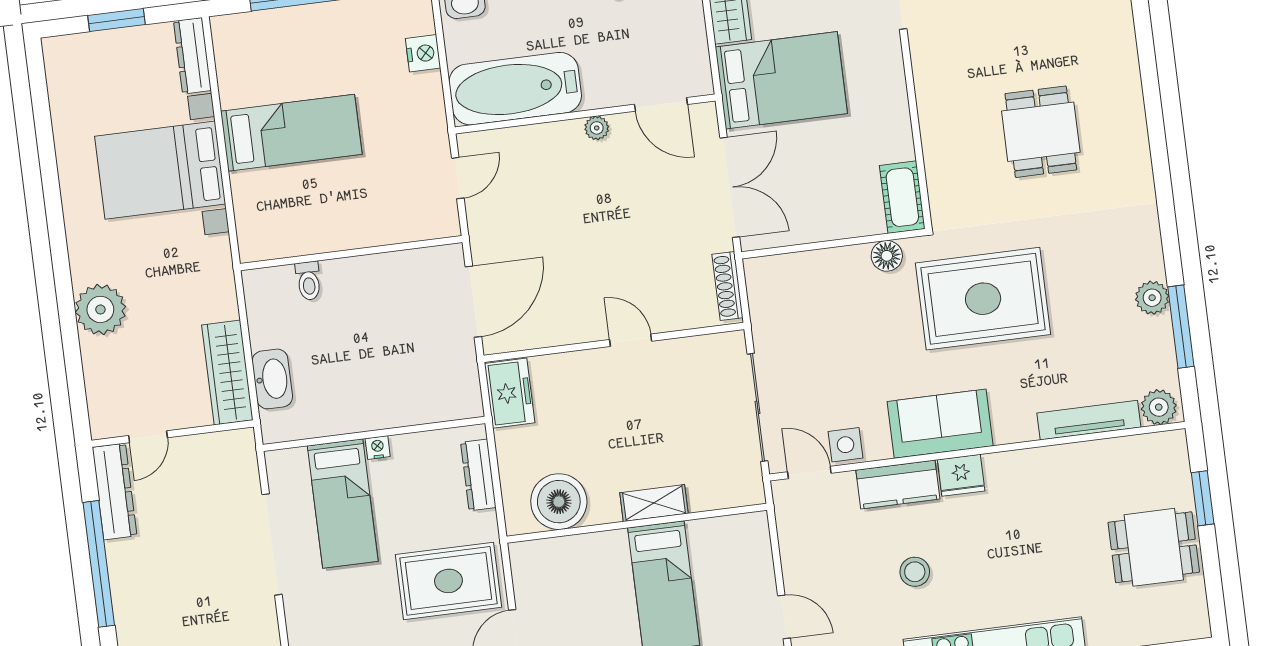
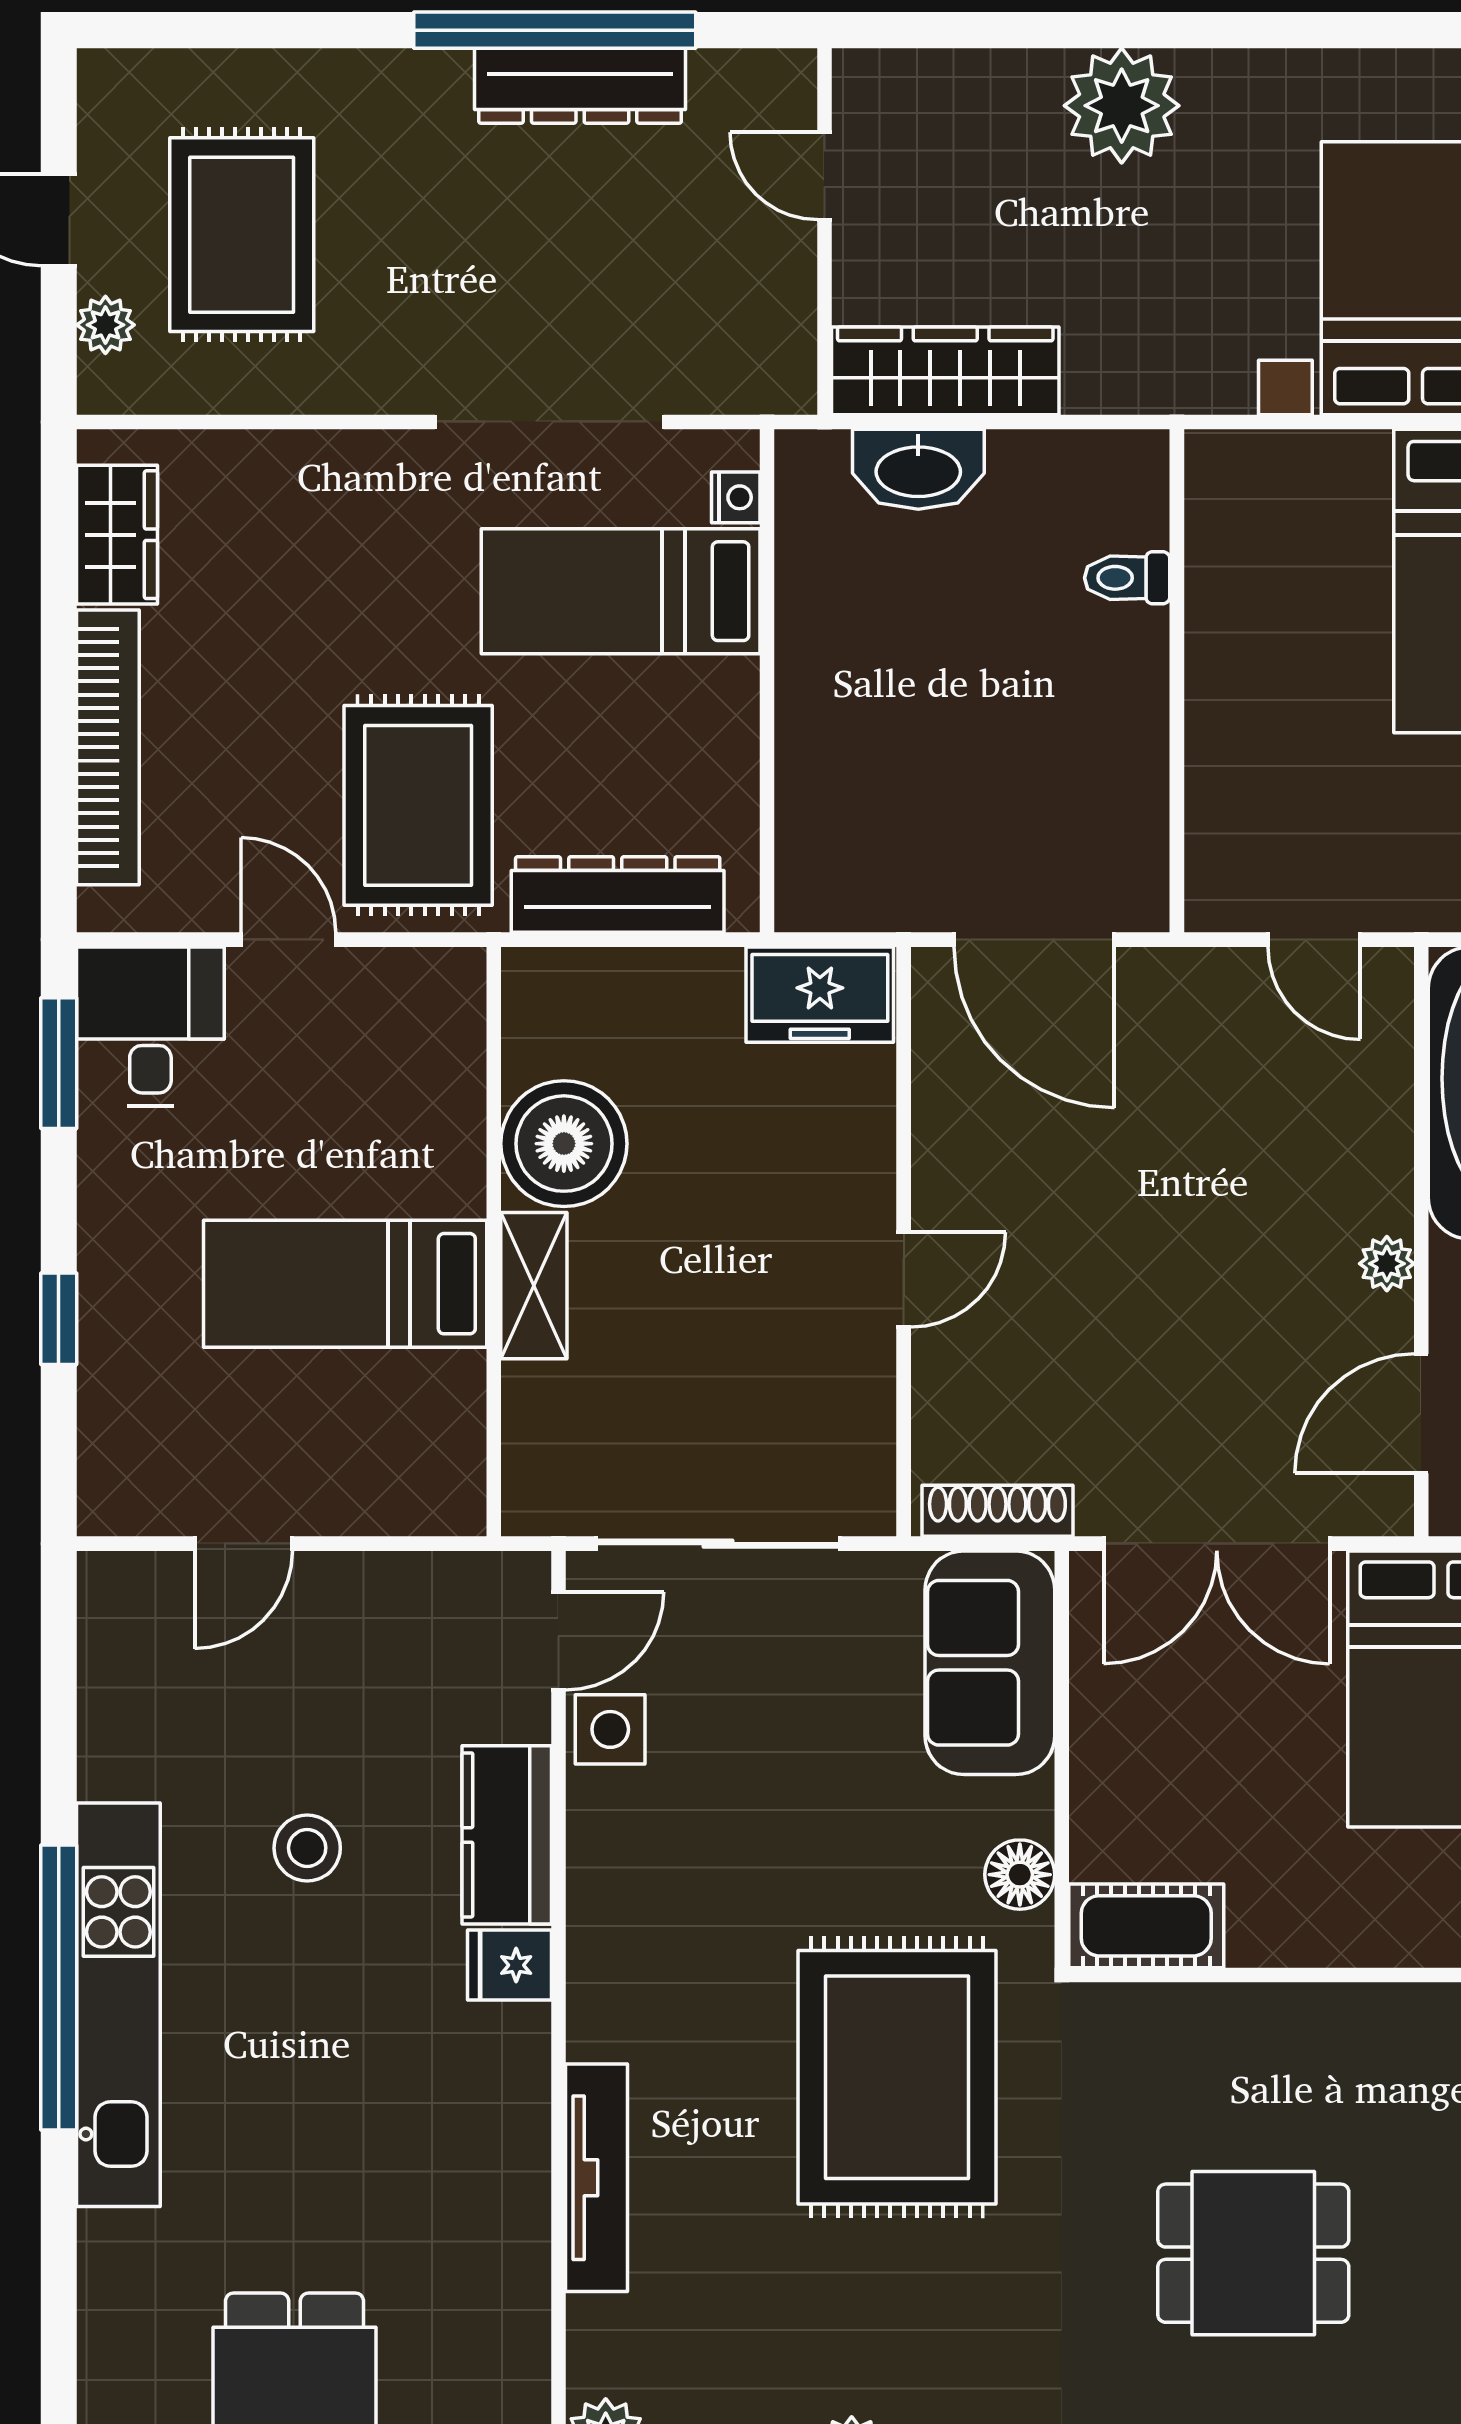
tv unit: (1089, 420) -> (596, 2178), moved
sofa: (940, 424) -> (990, 1663), moved, turned 180
nightstand: (378, 447) -> (736, 497), moved
dresser: (478, 475) -> (618, 895), width x1.37, depth x1.24
fridge: (961, 475) -> (509, 1965), width x0.72
dresser: (114, 491) -> (580, 86), moved
boiler: (559, 502) -> (564, 1144), moved

